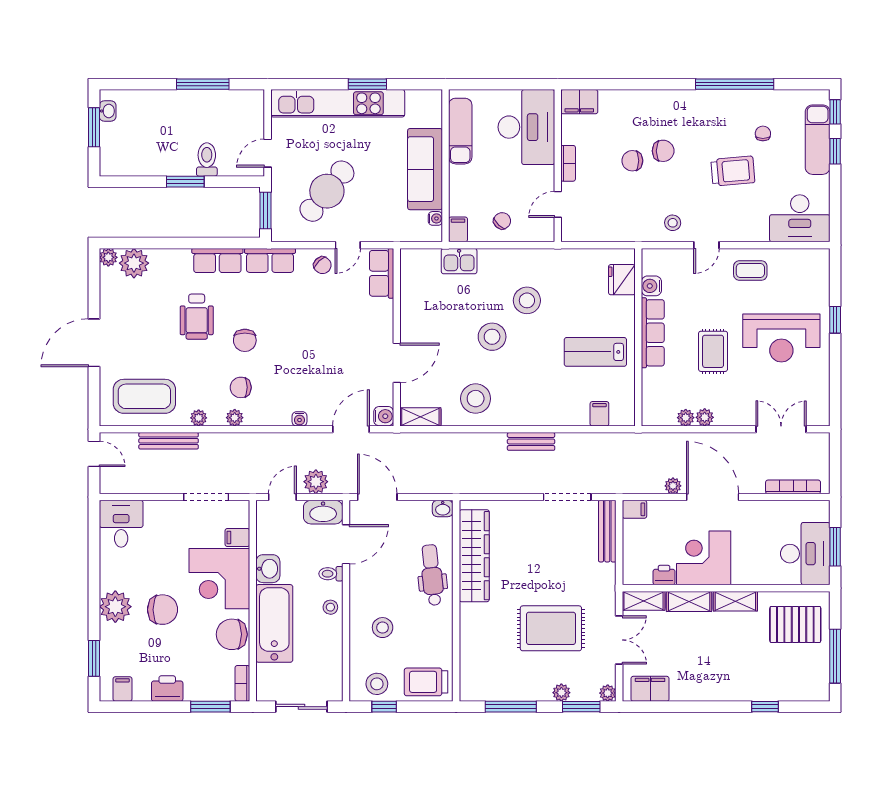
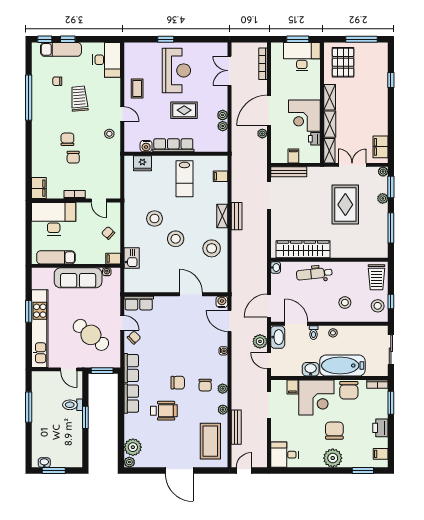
shelving: (420, 417) -> (222, 216), moved
filing cabinet: (634, 509) -> (293, 156), moved

